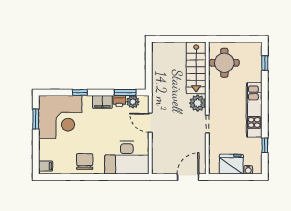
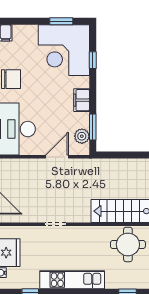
window: (80, 92) -> (93, 60), moved
printer: (119, 101) -> (83, 120), removed
plant: (198, 103) -> (80, 213), removed

